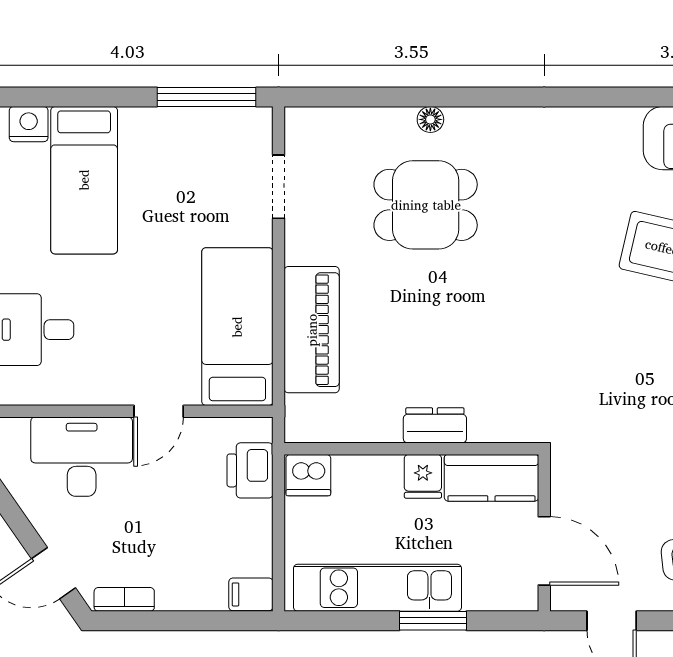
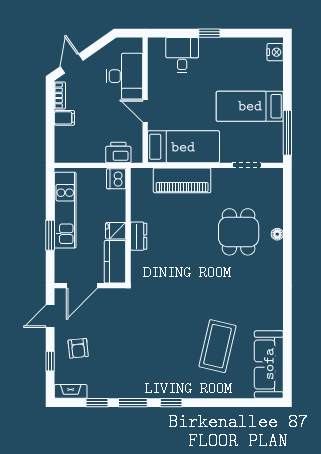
bed: (84, 180) -> (250, 106), moved
filing cabinet: (251, 594) -> (64, 118), moved, turned 90

